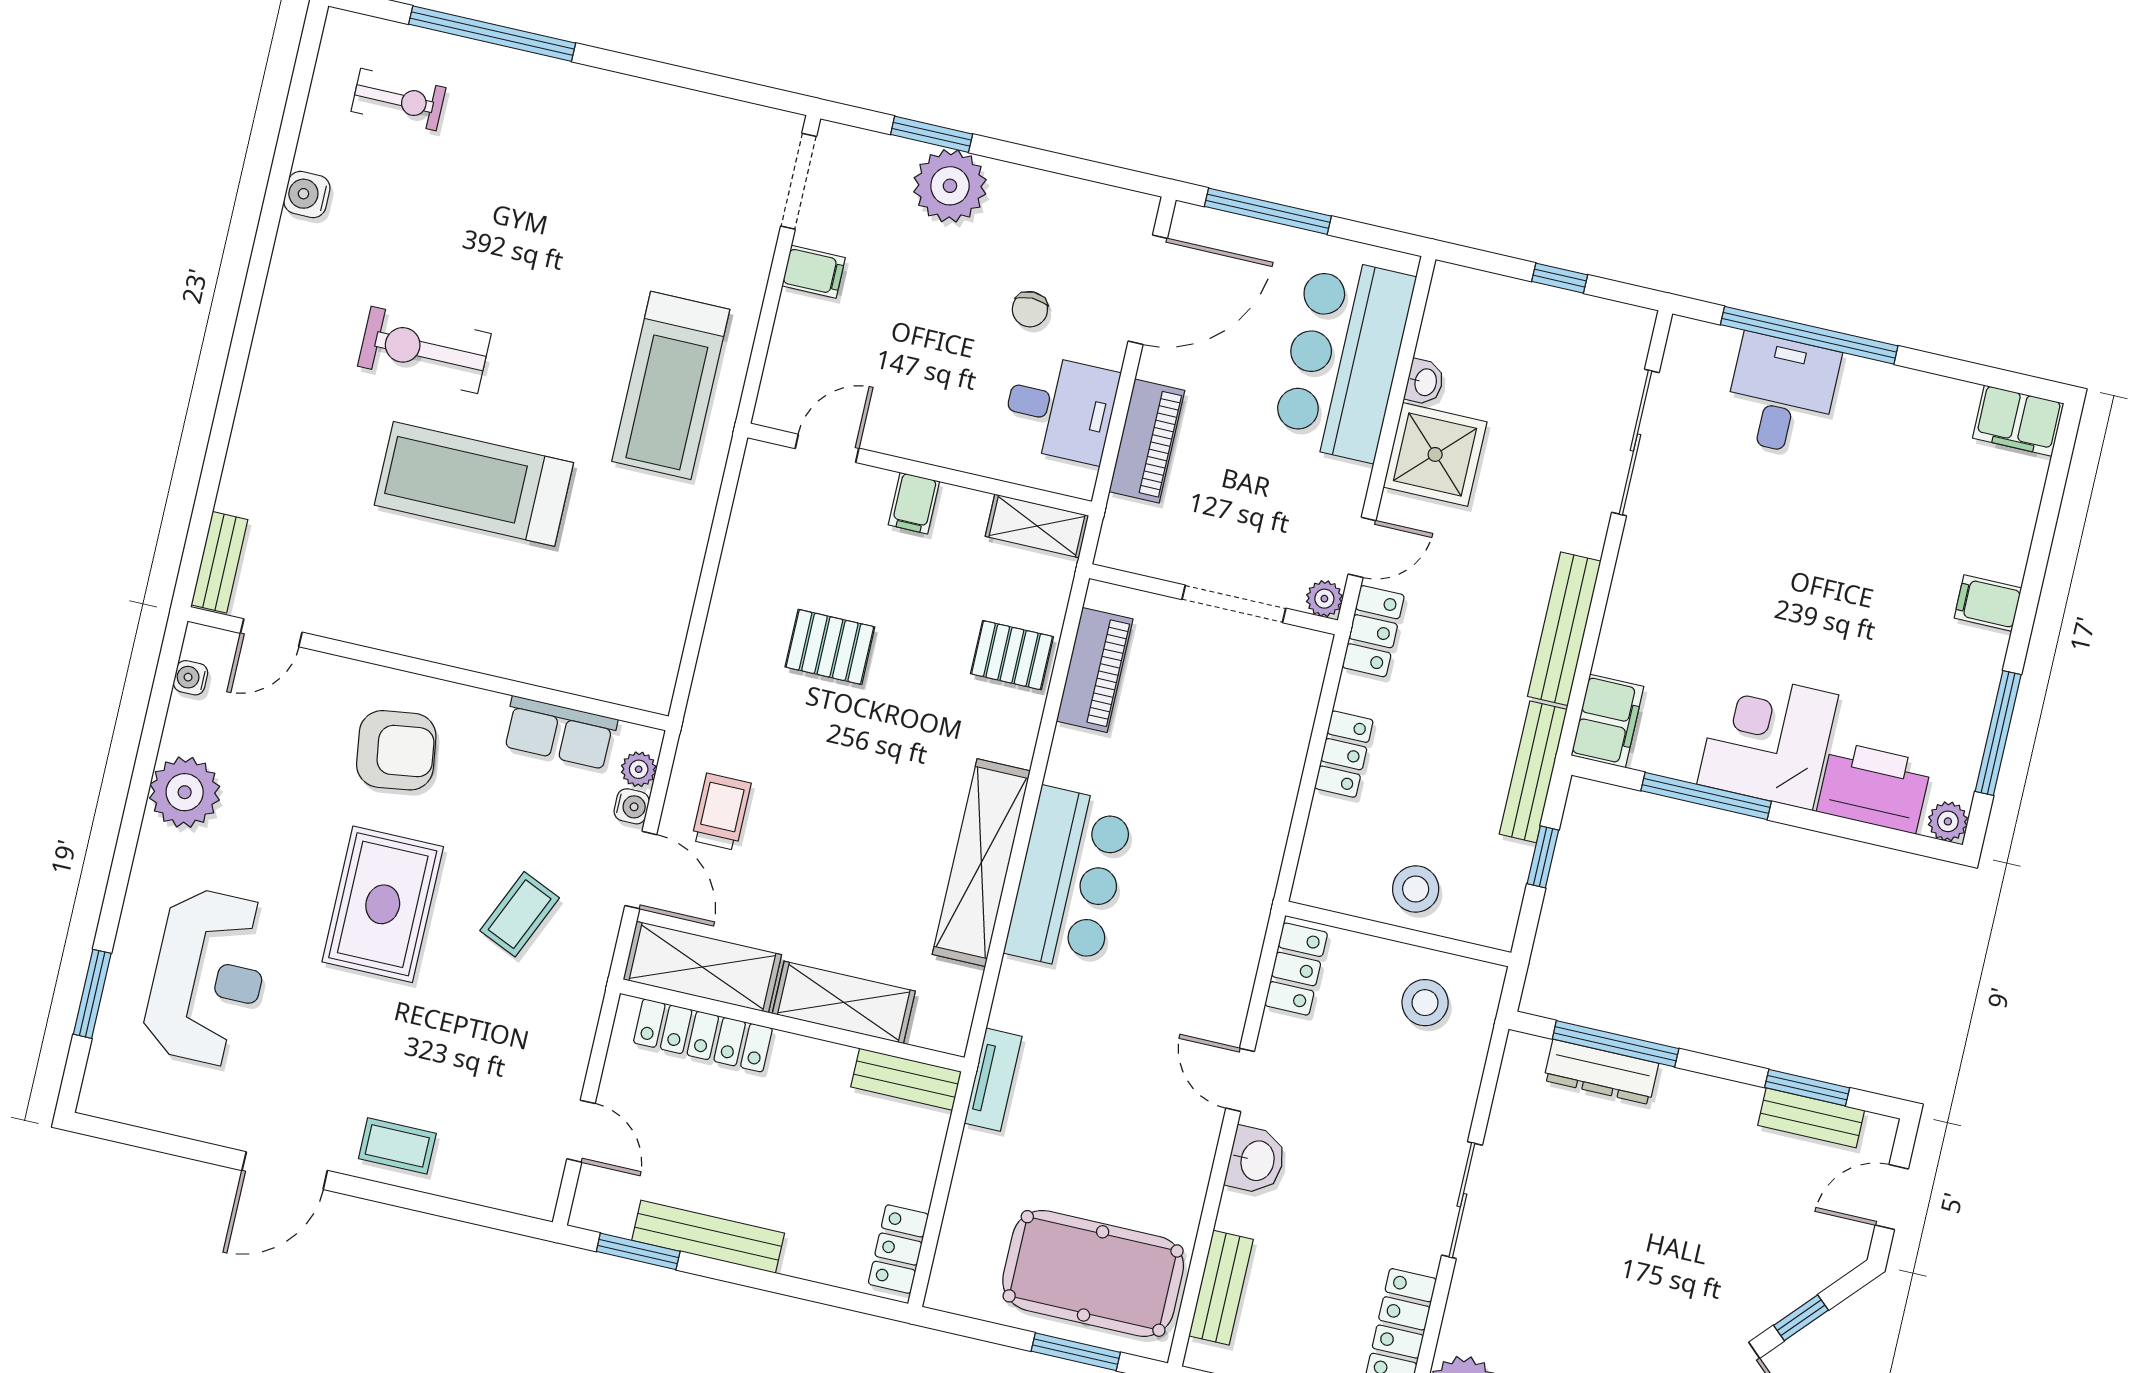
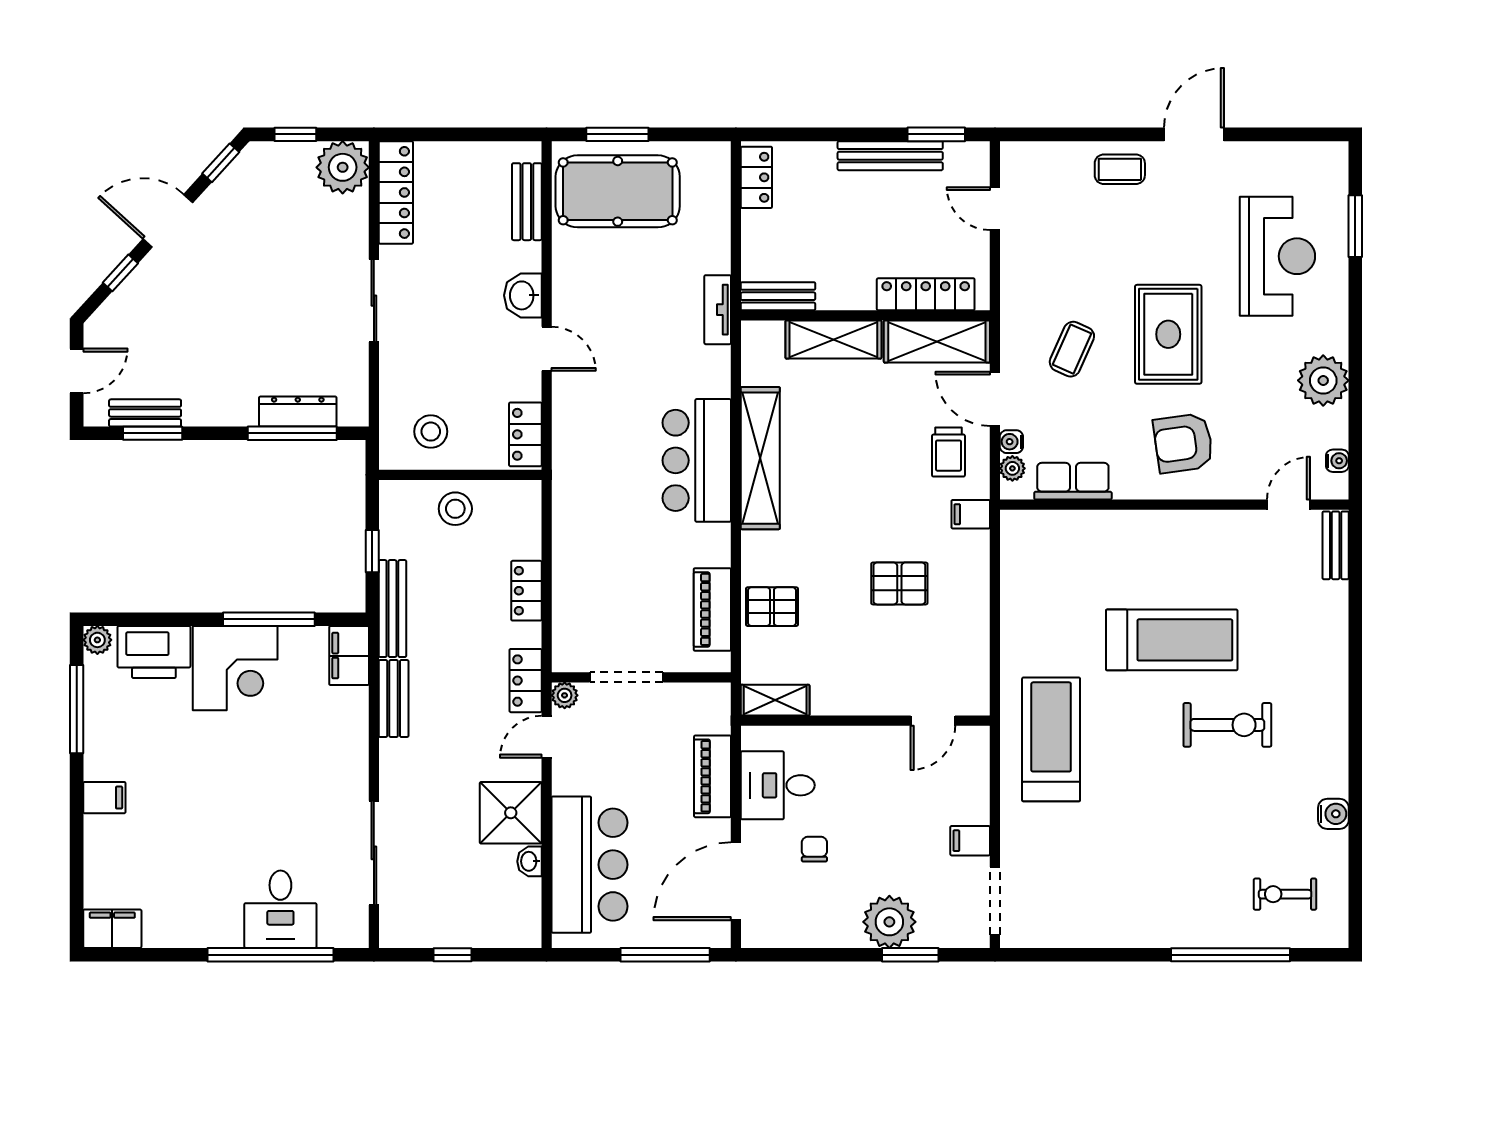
filing cabinet: (914, 503) -> (971, 514), moved, turned -90
bench: (1564, 629) -> (394, 698), width x0.73
reception desk: (208, 977) -> (1277, 256), turned 180

